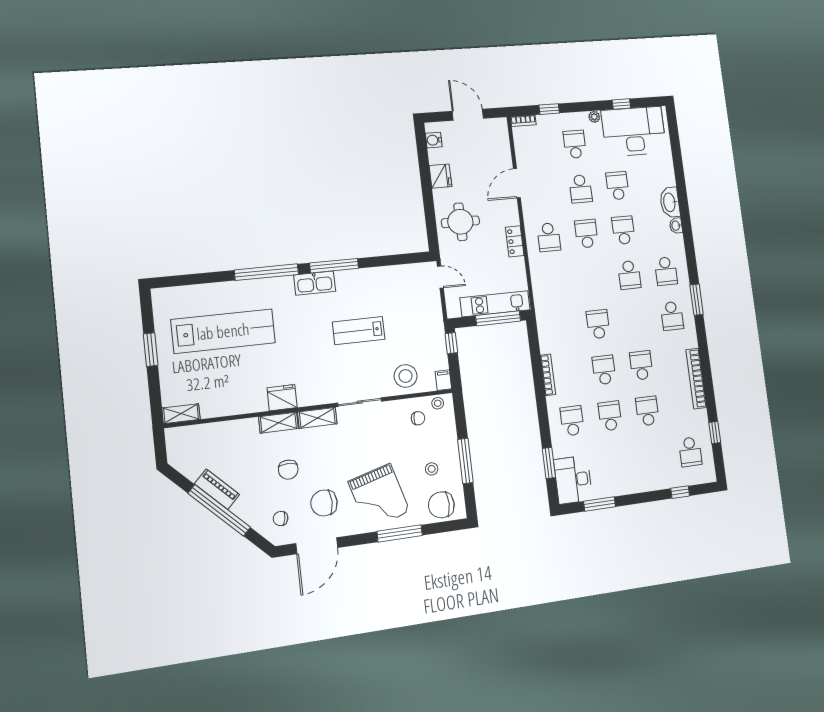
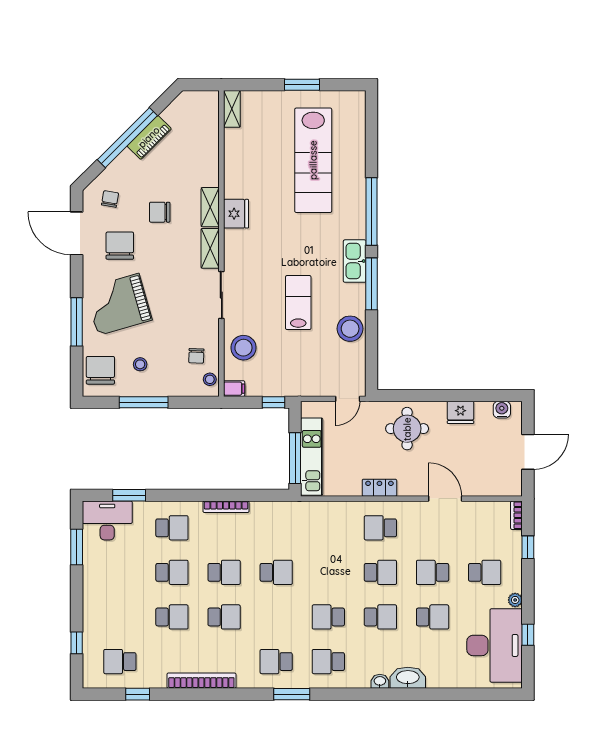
stool: (377, 281) -> (350, 329), added

